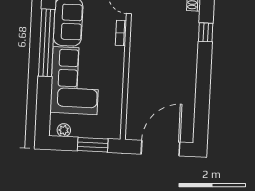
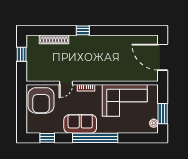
corner sofa: (75, 81) -> (125, 100), moved, turned 180
window: (93, 145) -> (163, 114), moved

